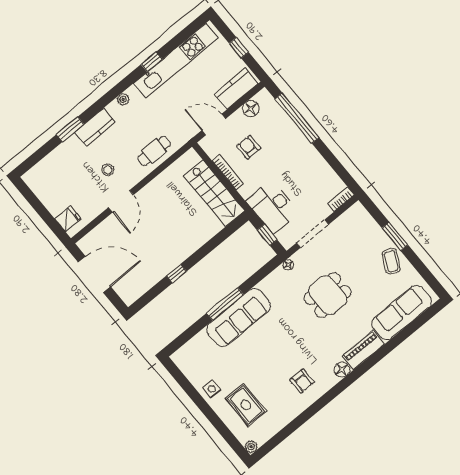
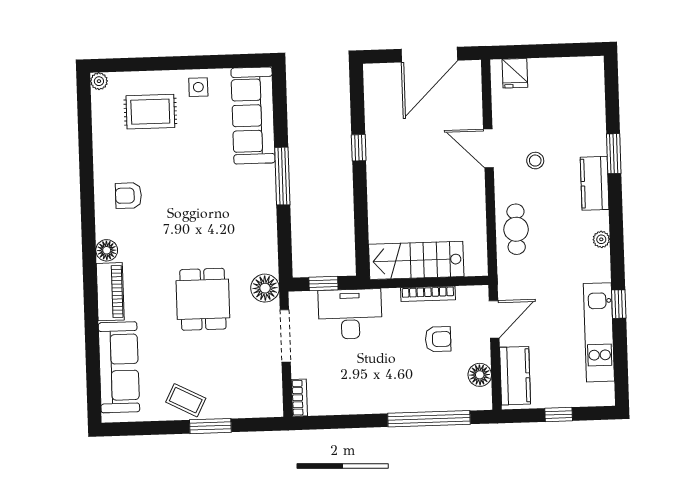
kitchen unit: (176, 61) -> (599, 332), width x0.73
floor lamp: (288, 265) -> (265, 288), width x1.89, depth x1.89
sofa: (239, 318) -> (253, 115), moved

